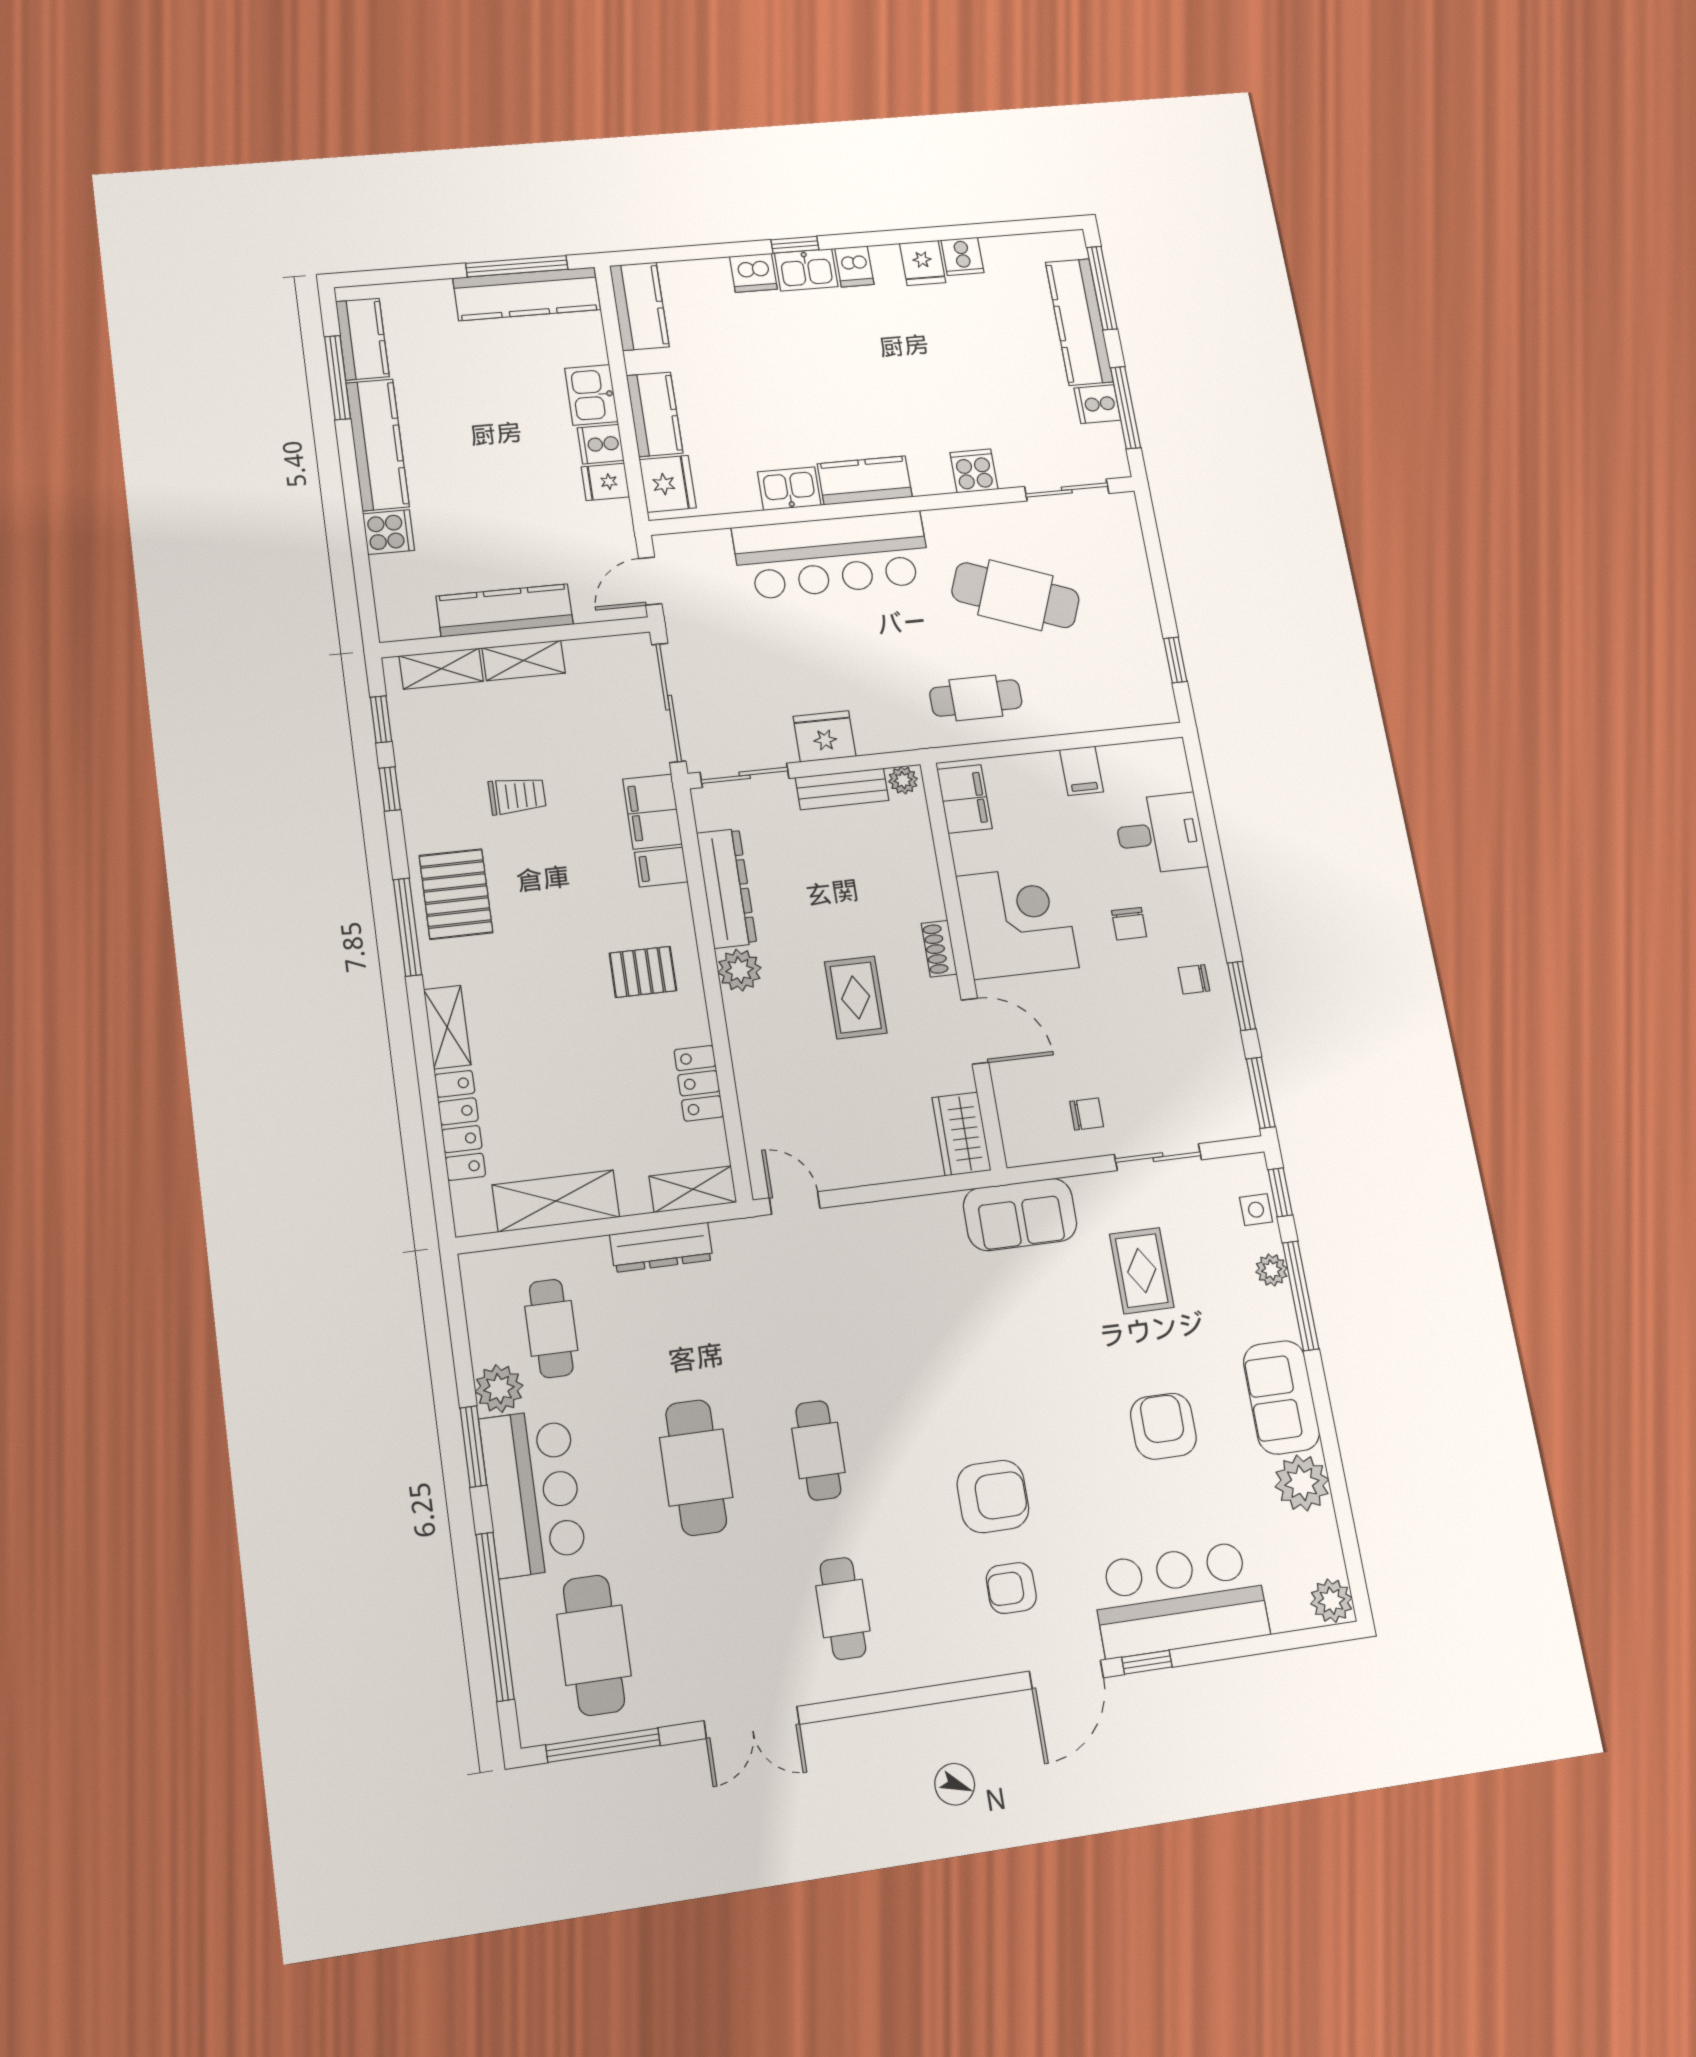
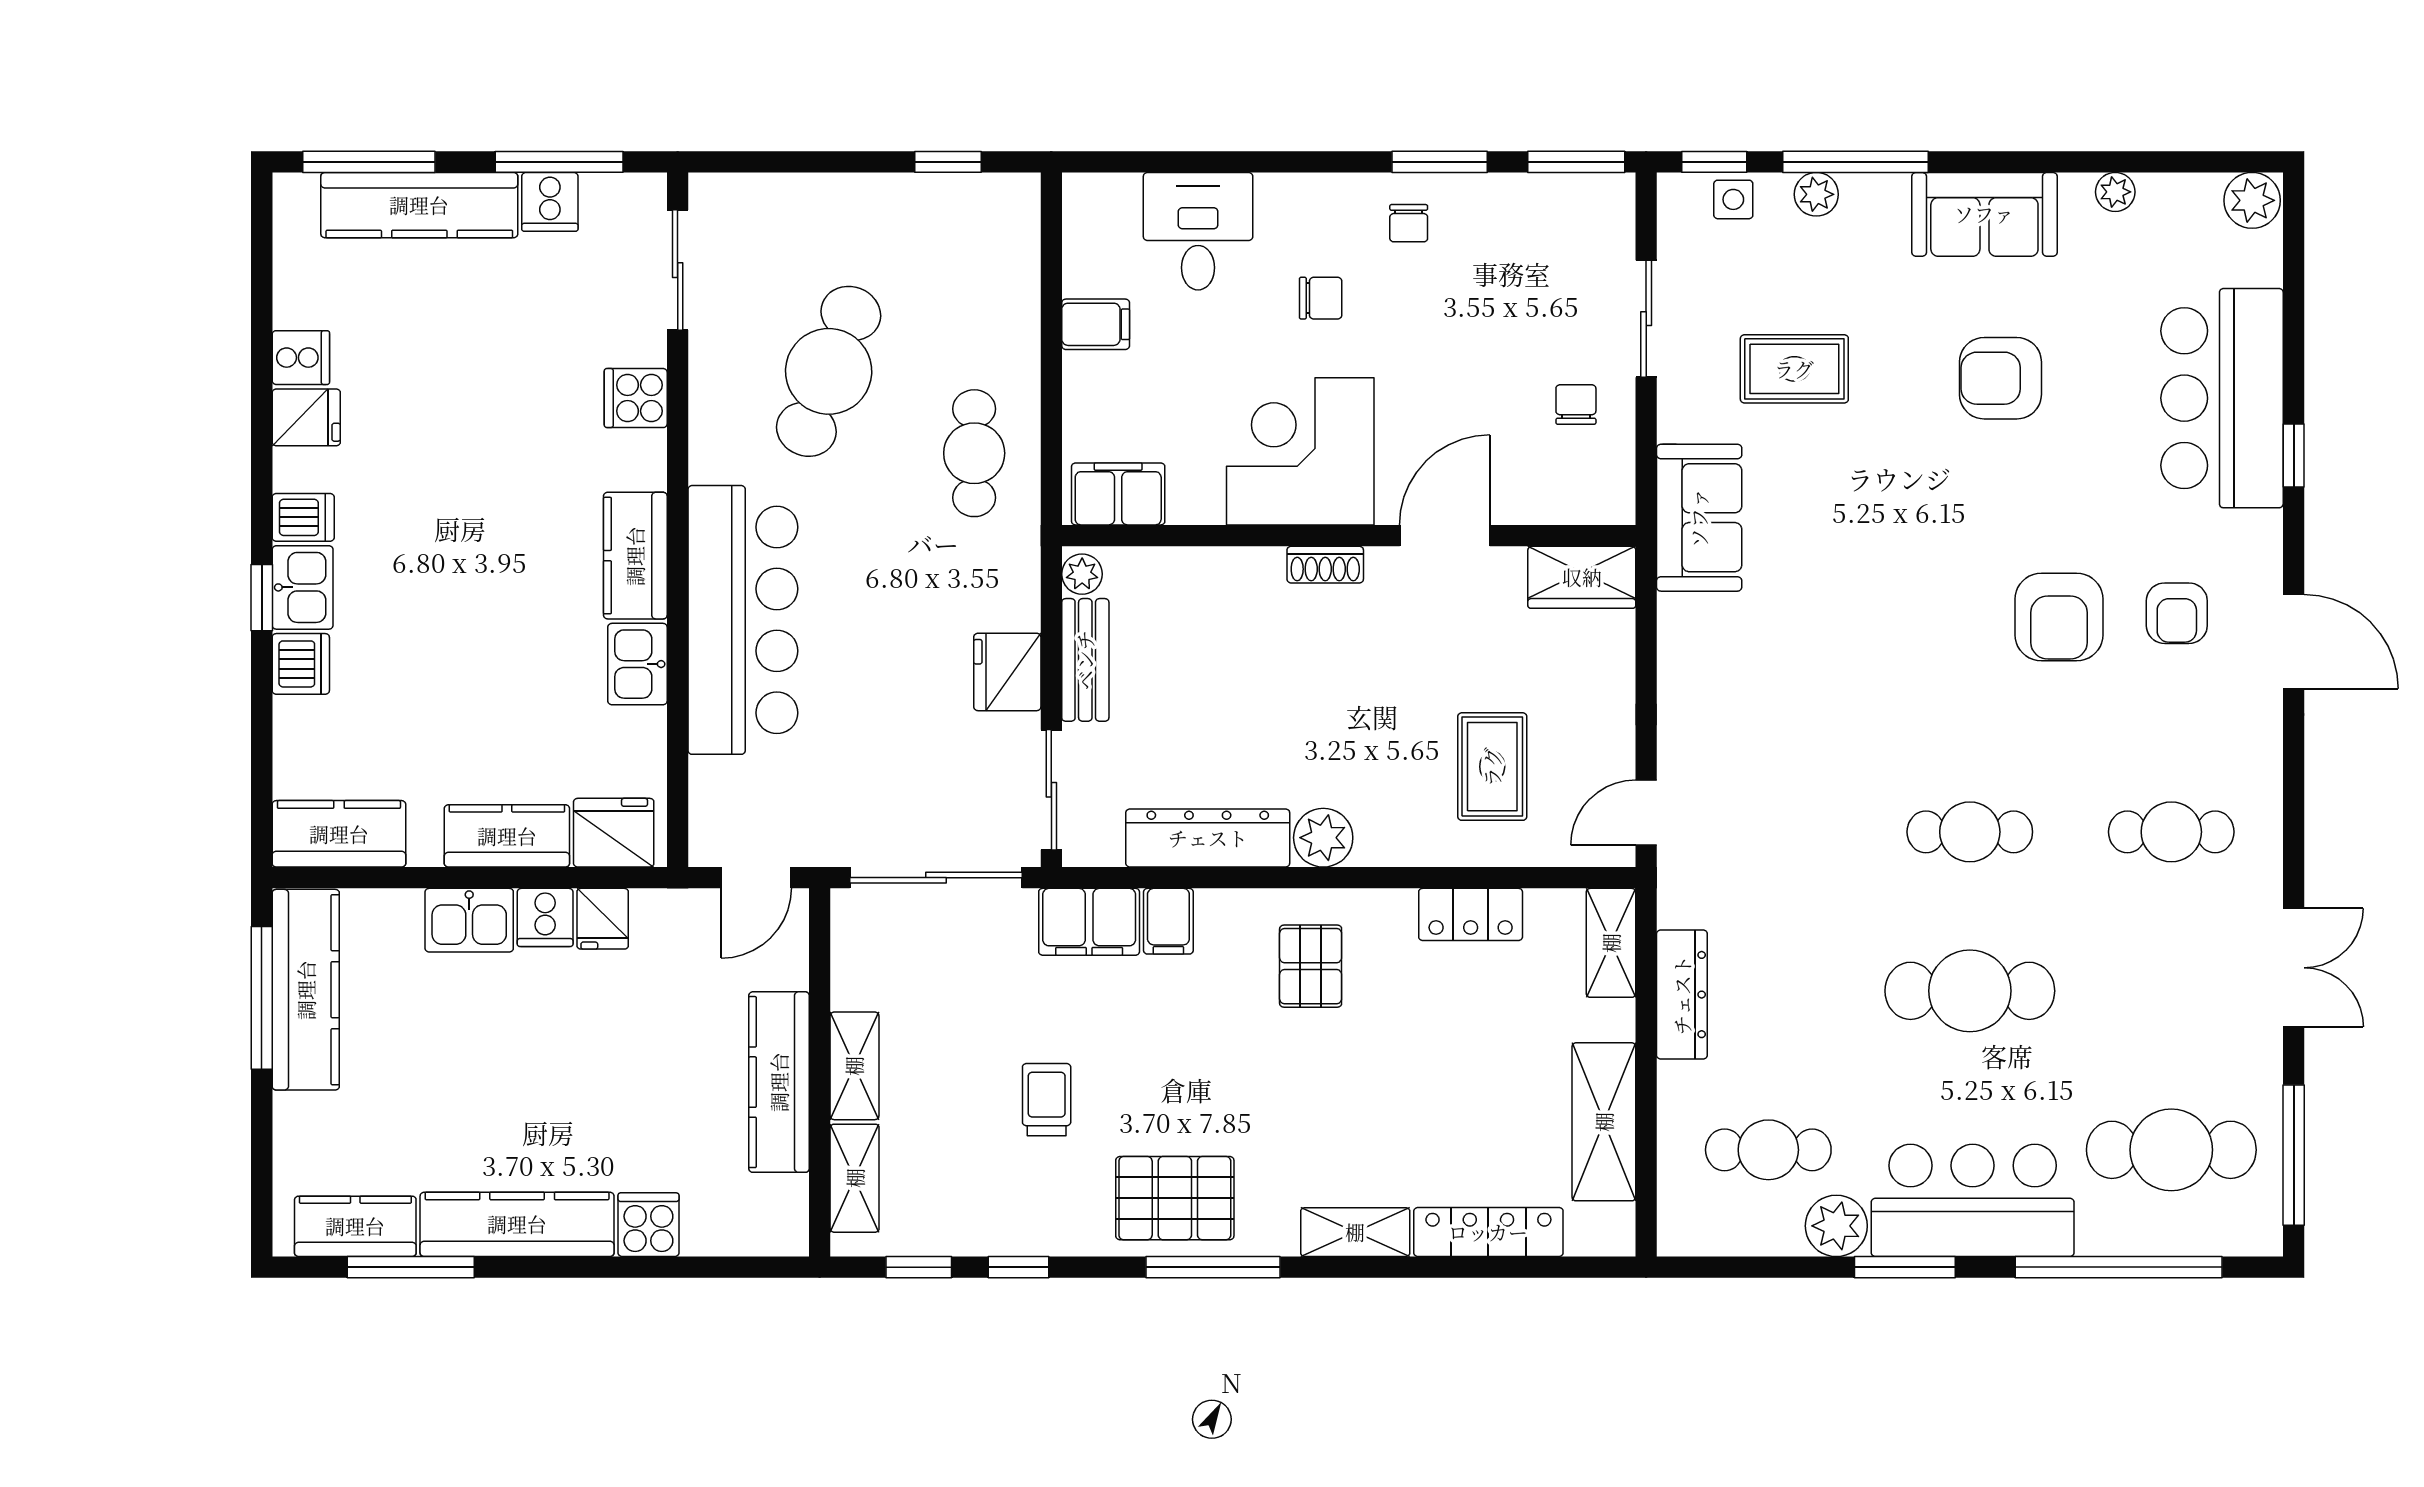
door: (650, 581) -> (756, 878), hinge flipped
rug: (856, 997) -> (1492, 767), moved, turned 90
plant: (1302, 1483) -> (2115, 192), width x0.53, depth x0.53
armchair: (993, 1496) -> (2059, 617), turned 180
door: (1066, 1674) -> (2294, 642), moved

